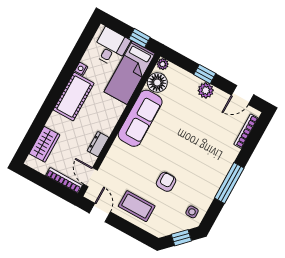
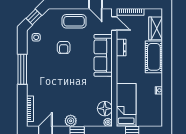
desk: (111, 47) -> (148, 115), removed
cot: (74, 97) -> (154, 57), moved
sofa: (140, 118) -> (103, 55), moved

